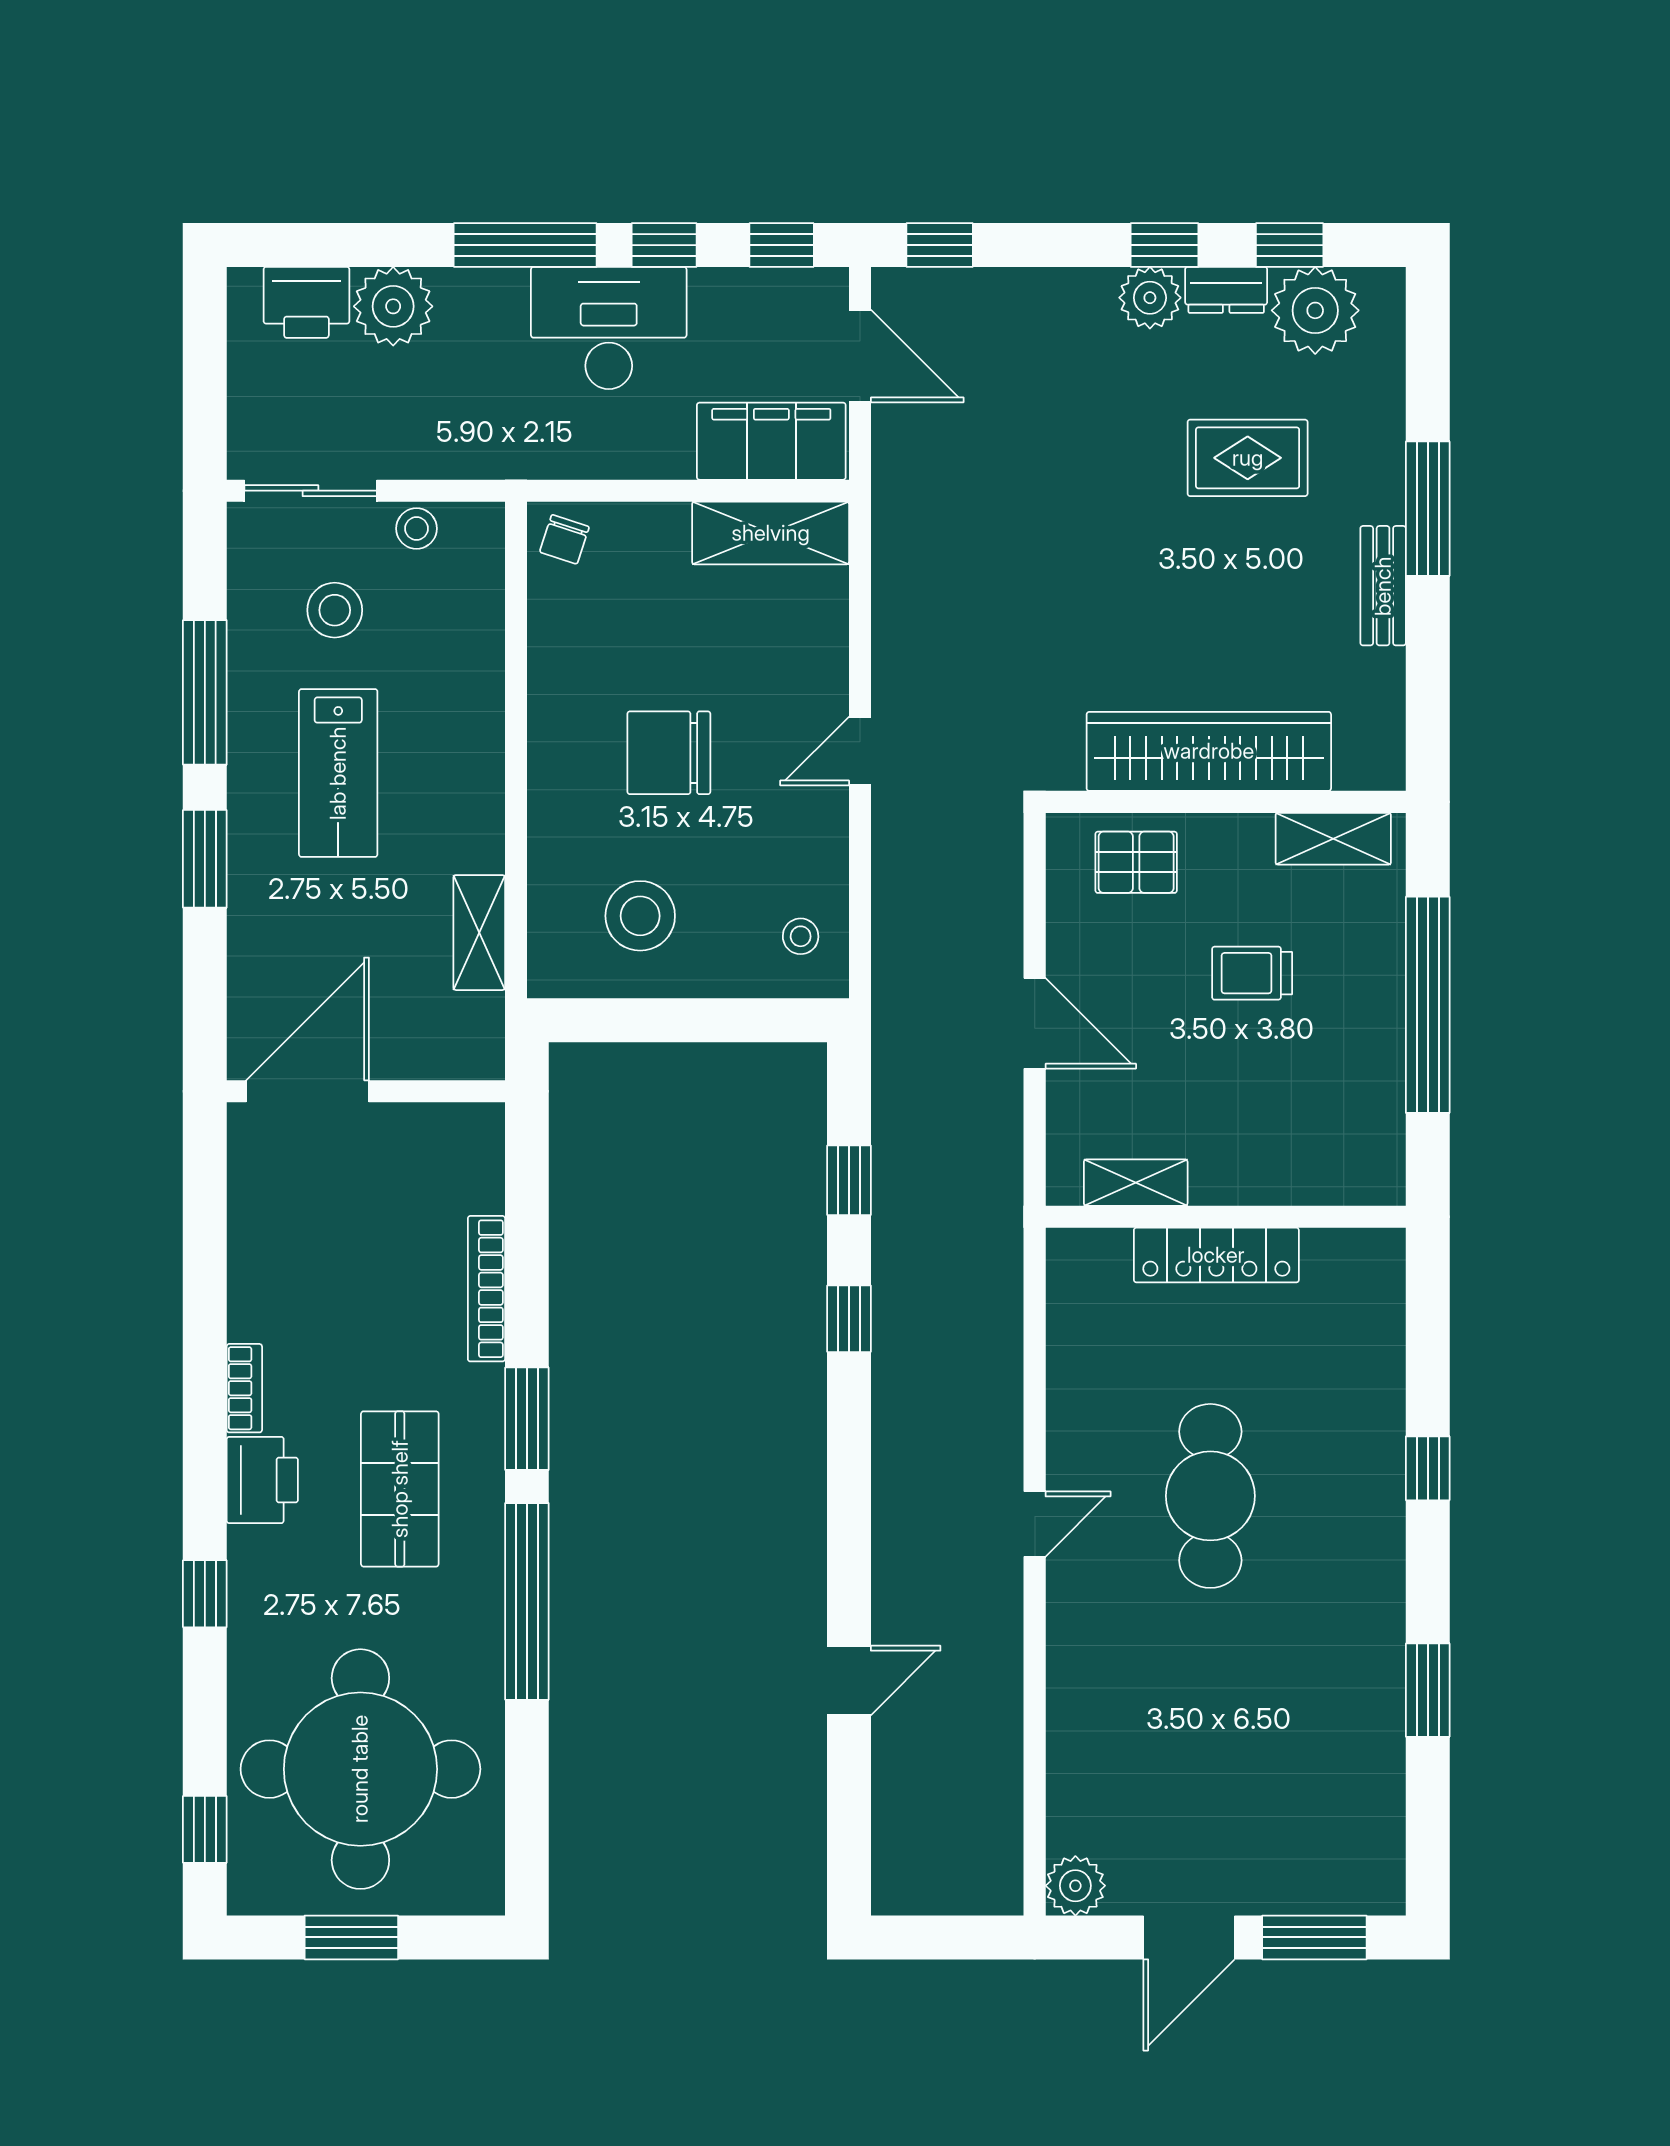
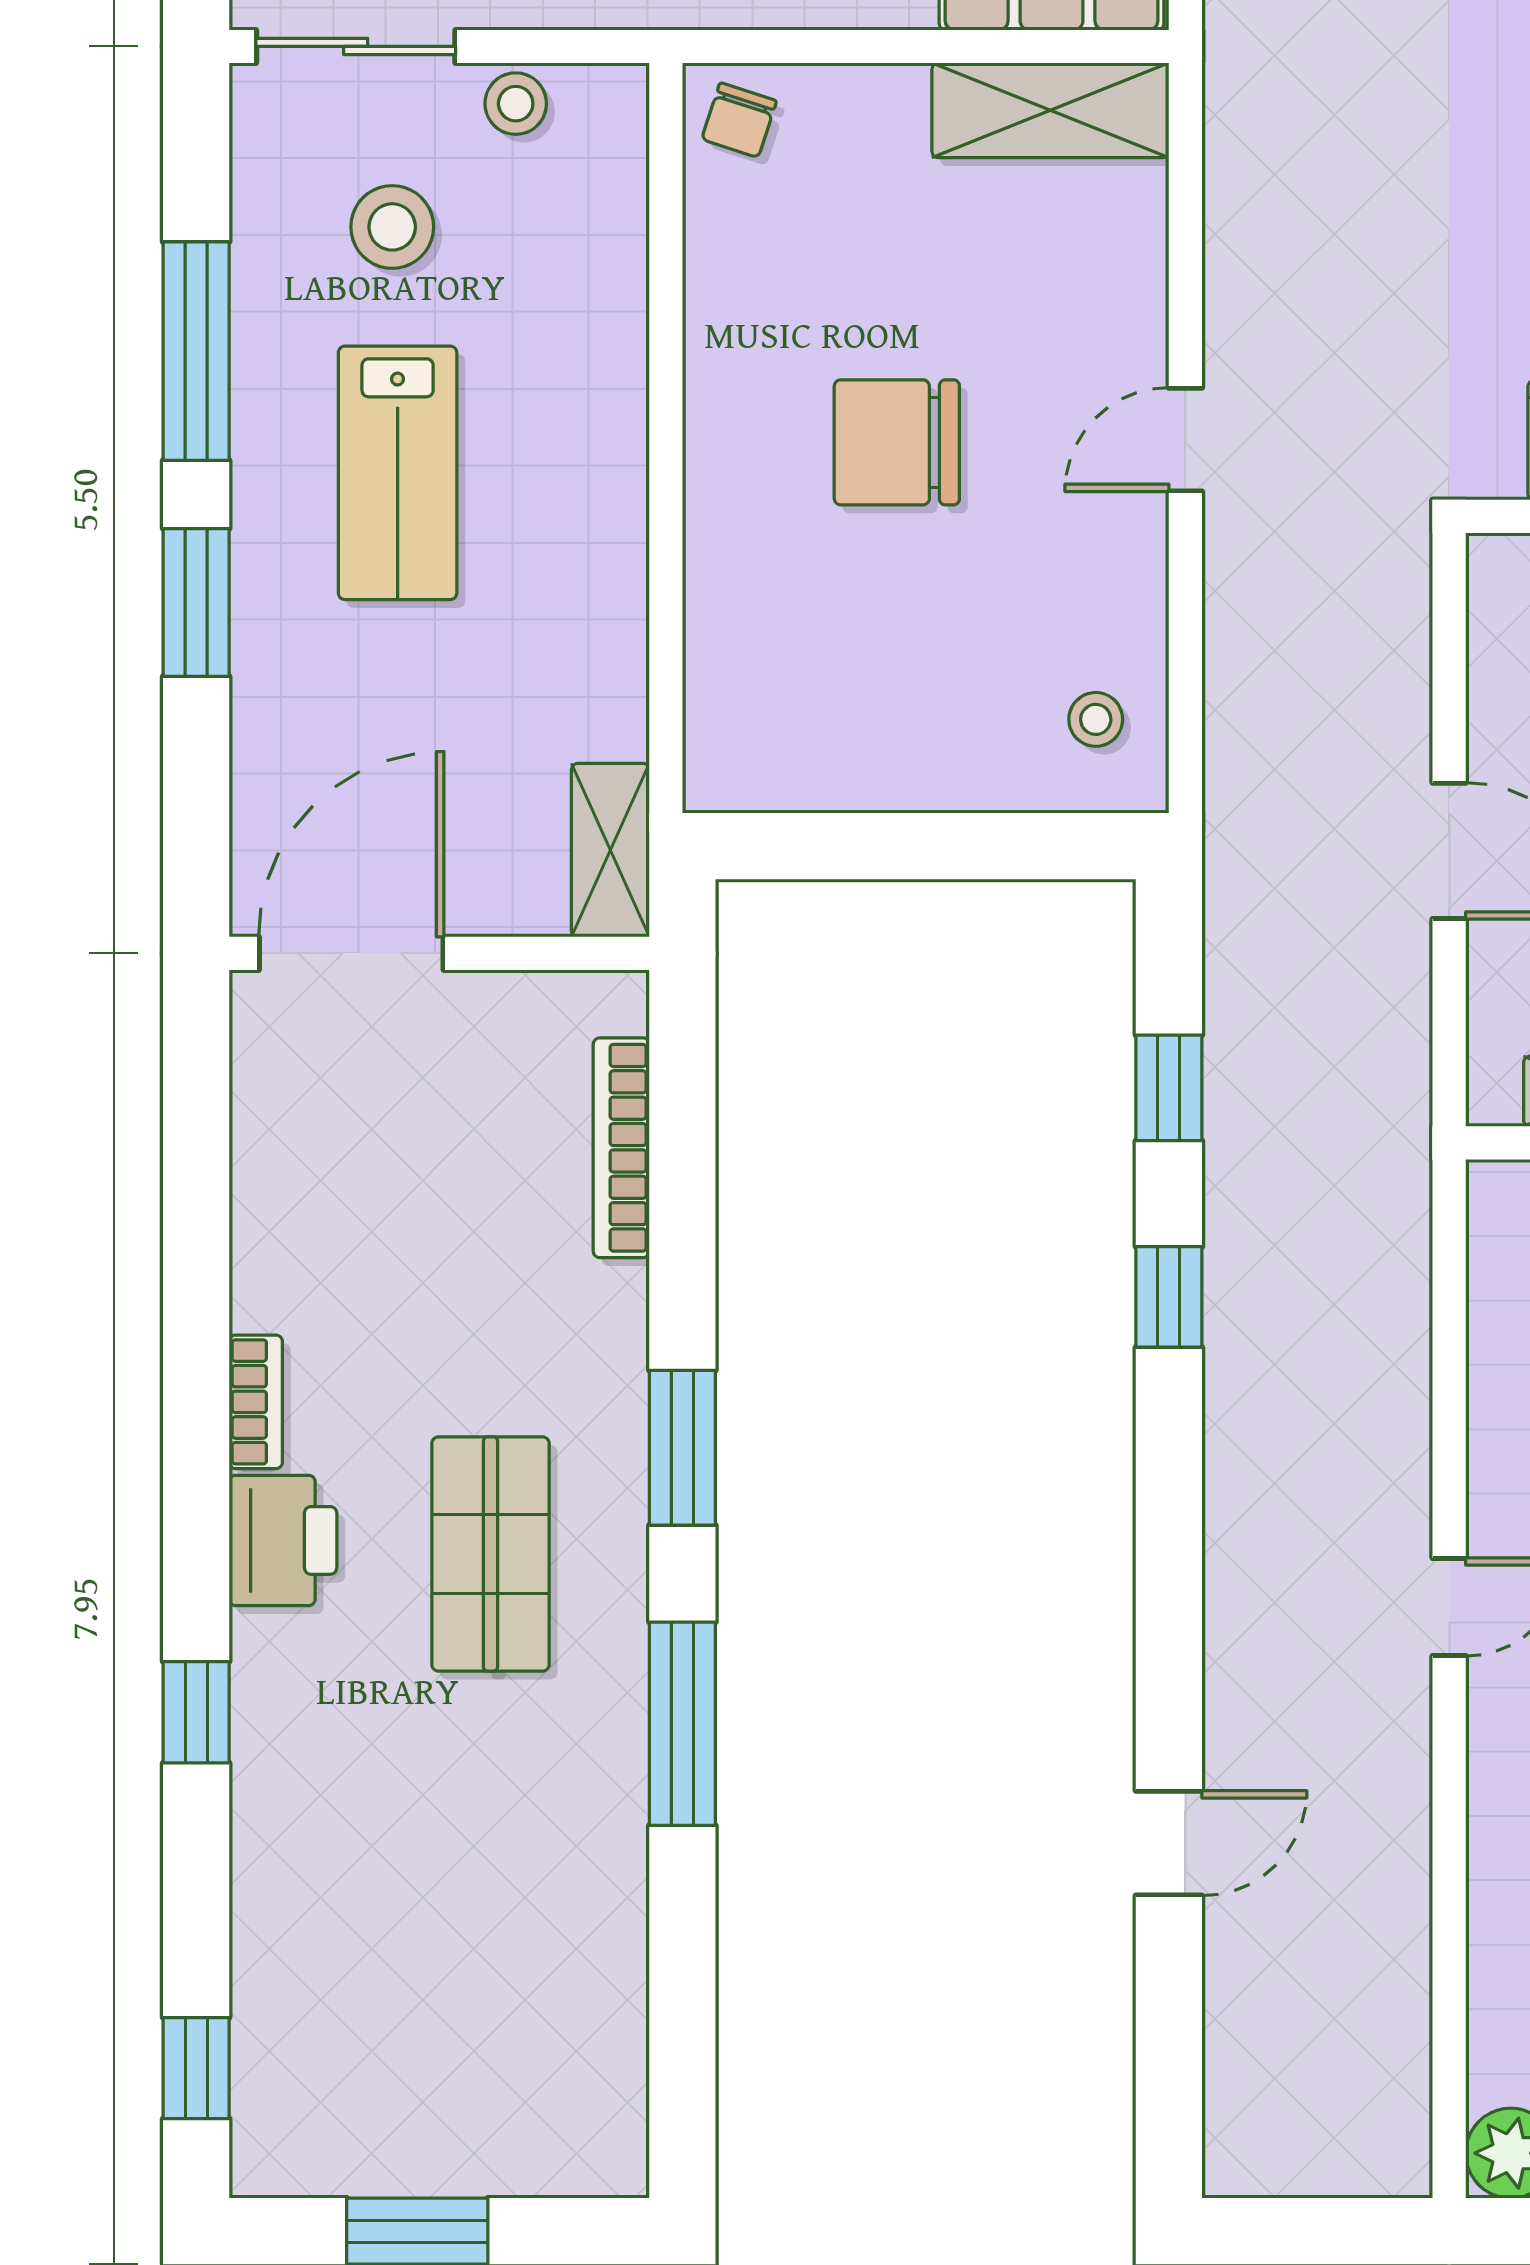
stool: (640, 916) -> (853, 689), removed
shelving: (479, 933) -> (610, 850), moved
bookcase: (486, 1289) -> (621, 1148), moved
window: (527, 1601) -> (682, 1724), width x0.68
round table: (360, 1769) -> (431, 1977), removed

